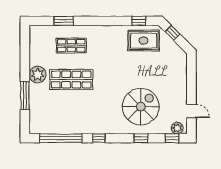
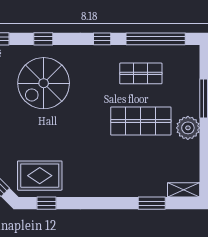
shelving: (41, 30) -> (184, 190), added
shop shelf: (71, 46) -> (141, 73), moved

